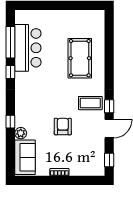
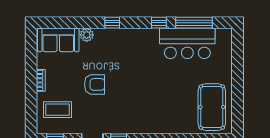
pool table: (80, 58) -> (212, 107), moved, turned 90
coffee table: (90, 103) -> (57, 110), moved, turned 90
window: (10, 122) -> (112, 23), moved

